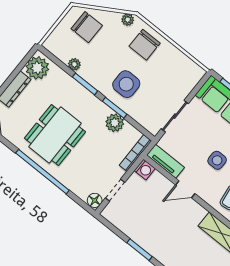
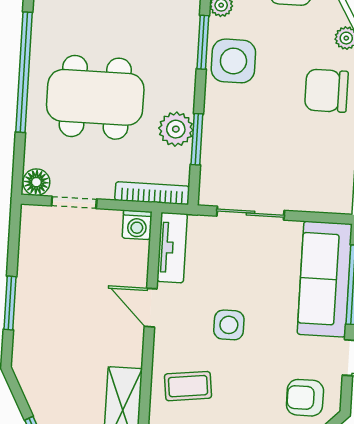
side table: (126, 84) -> (233, 61), moved
window: (115, 108) -> (197, 139), moved
dining table: (55, 135) -> (95, 97), moved

